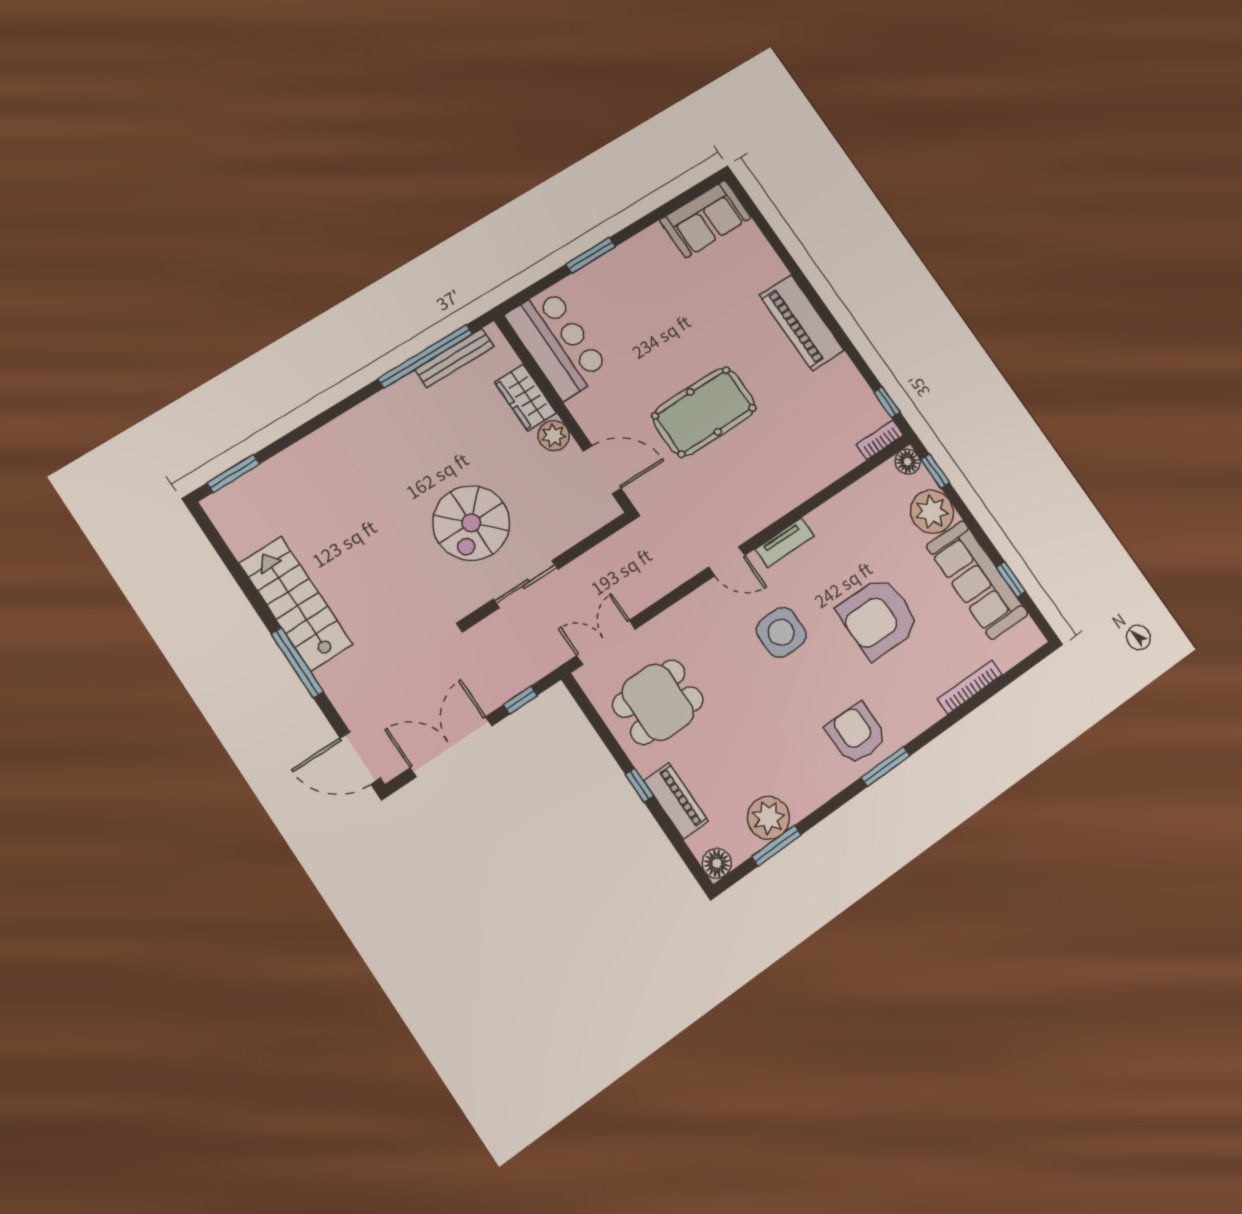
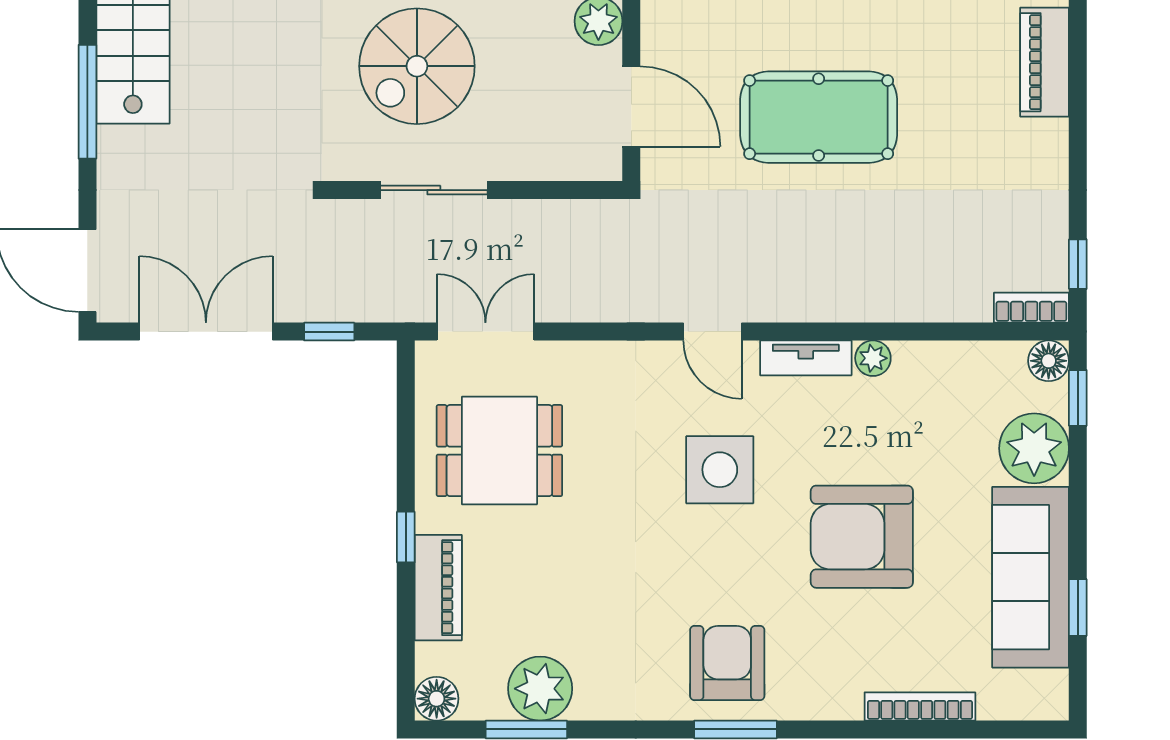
piano: (802, 323) -> (1045, 62), width x0.73, depth x0.75
plant: (819, 520) -> (873, 358), added

